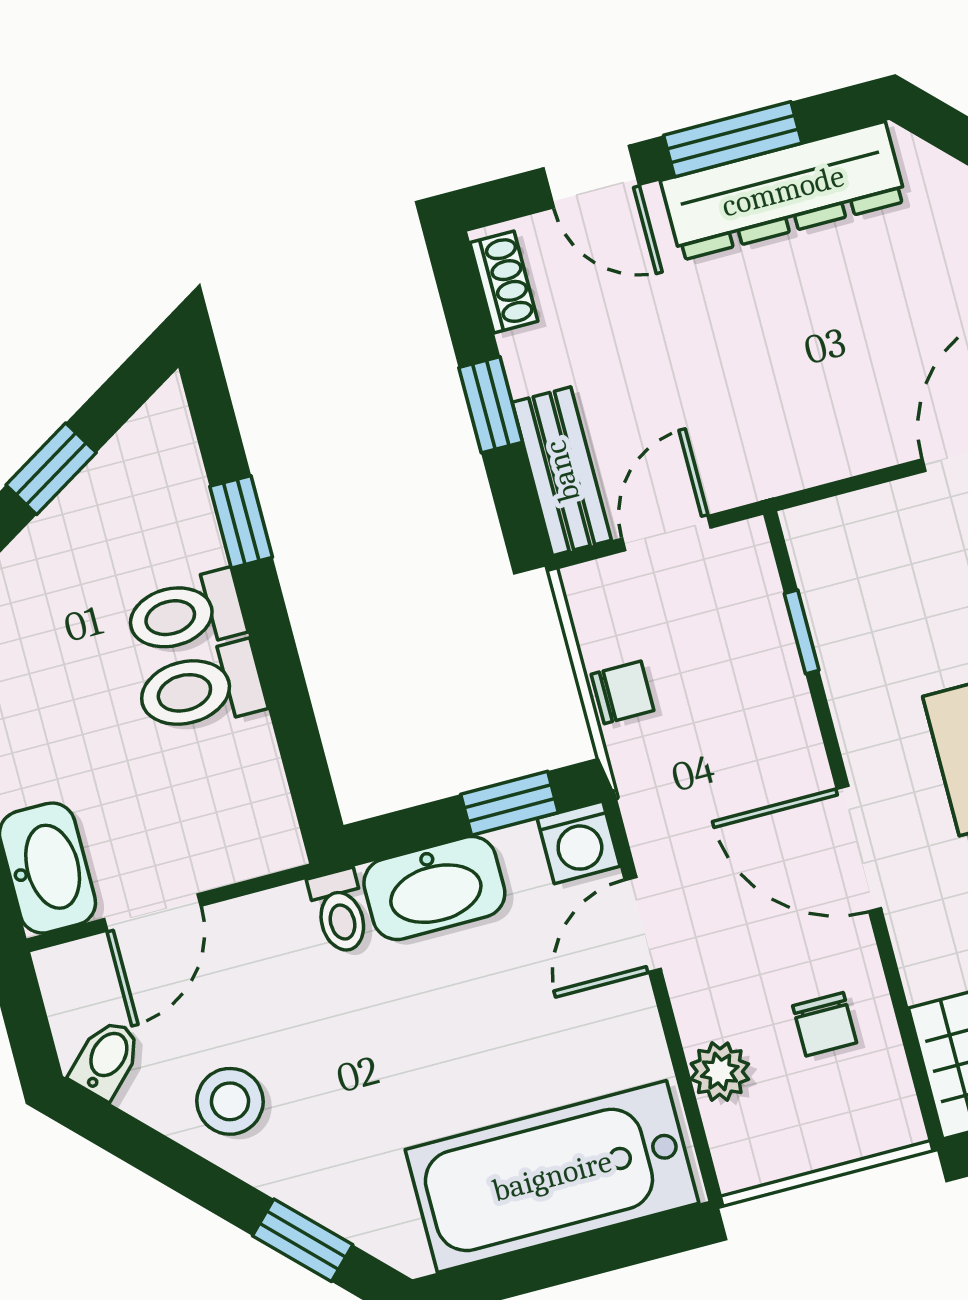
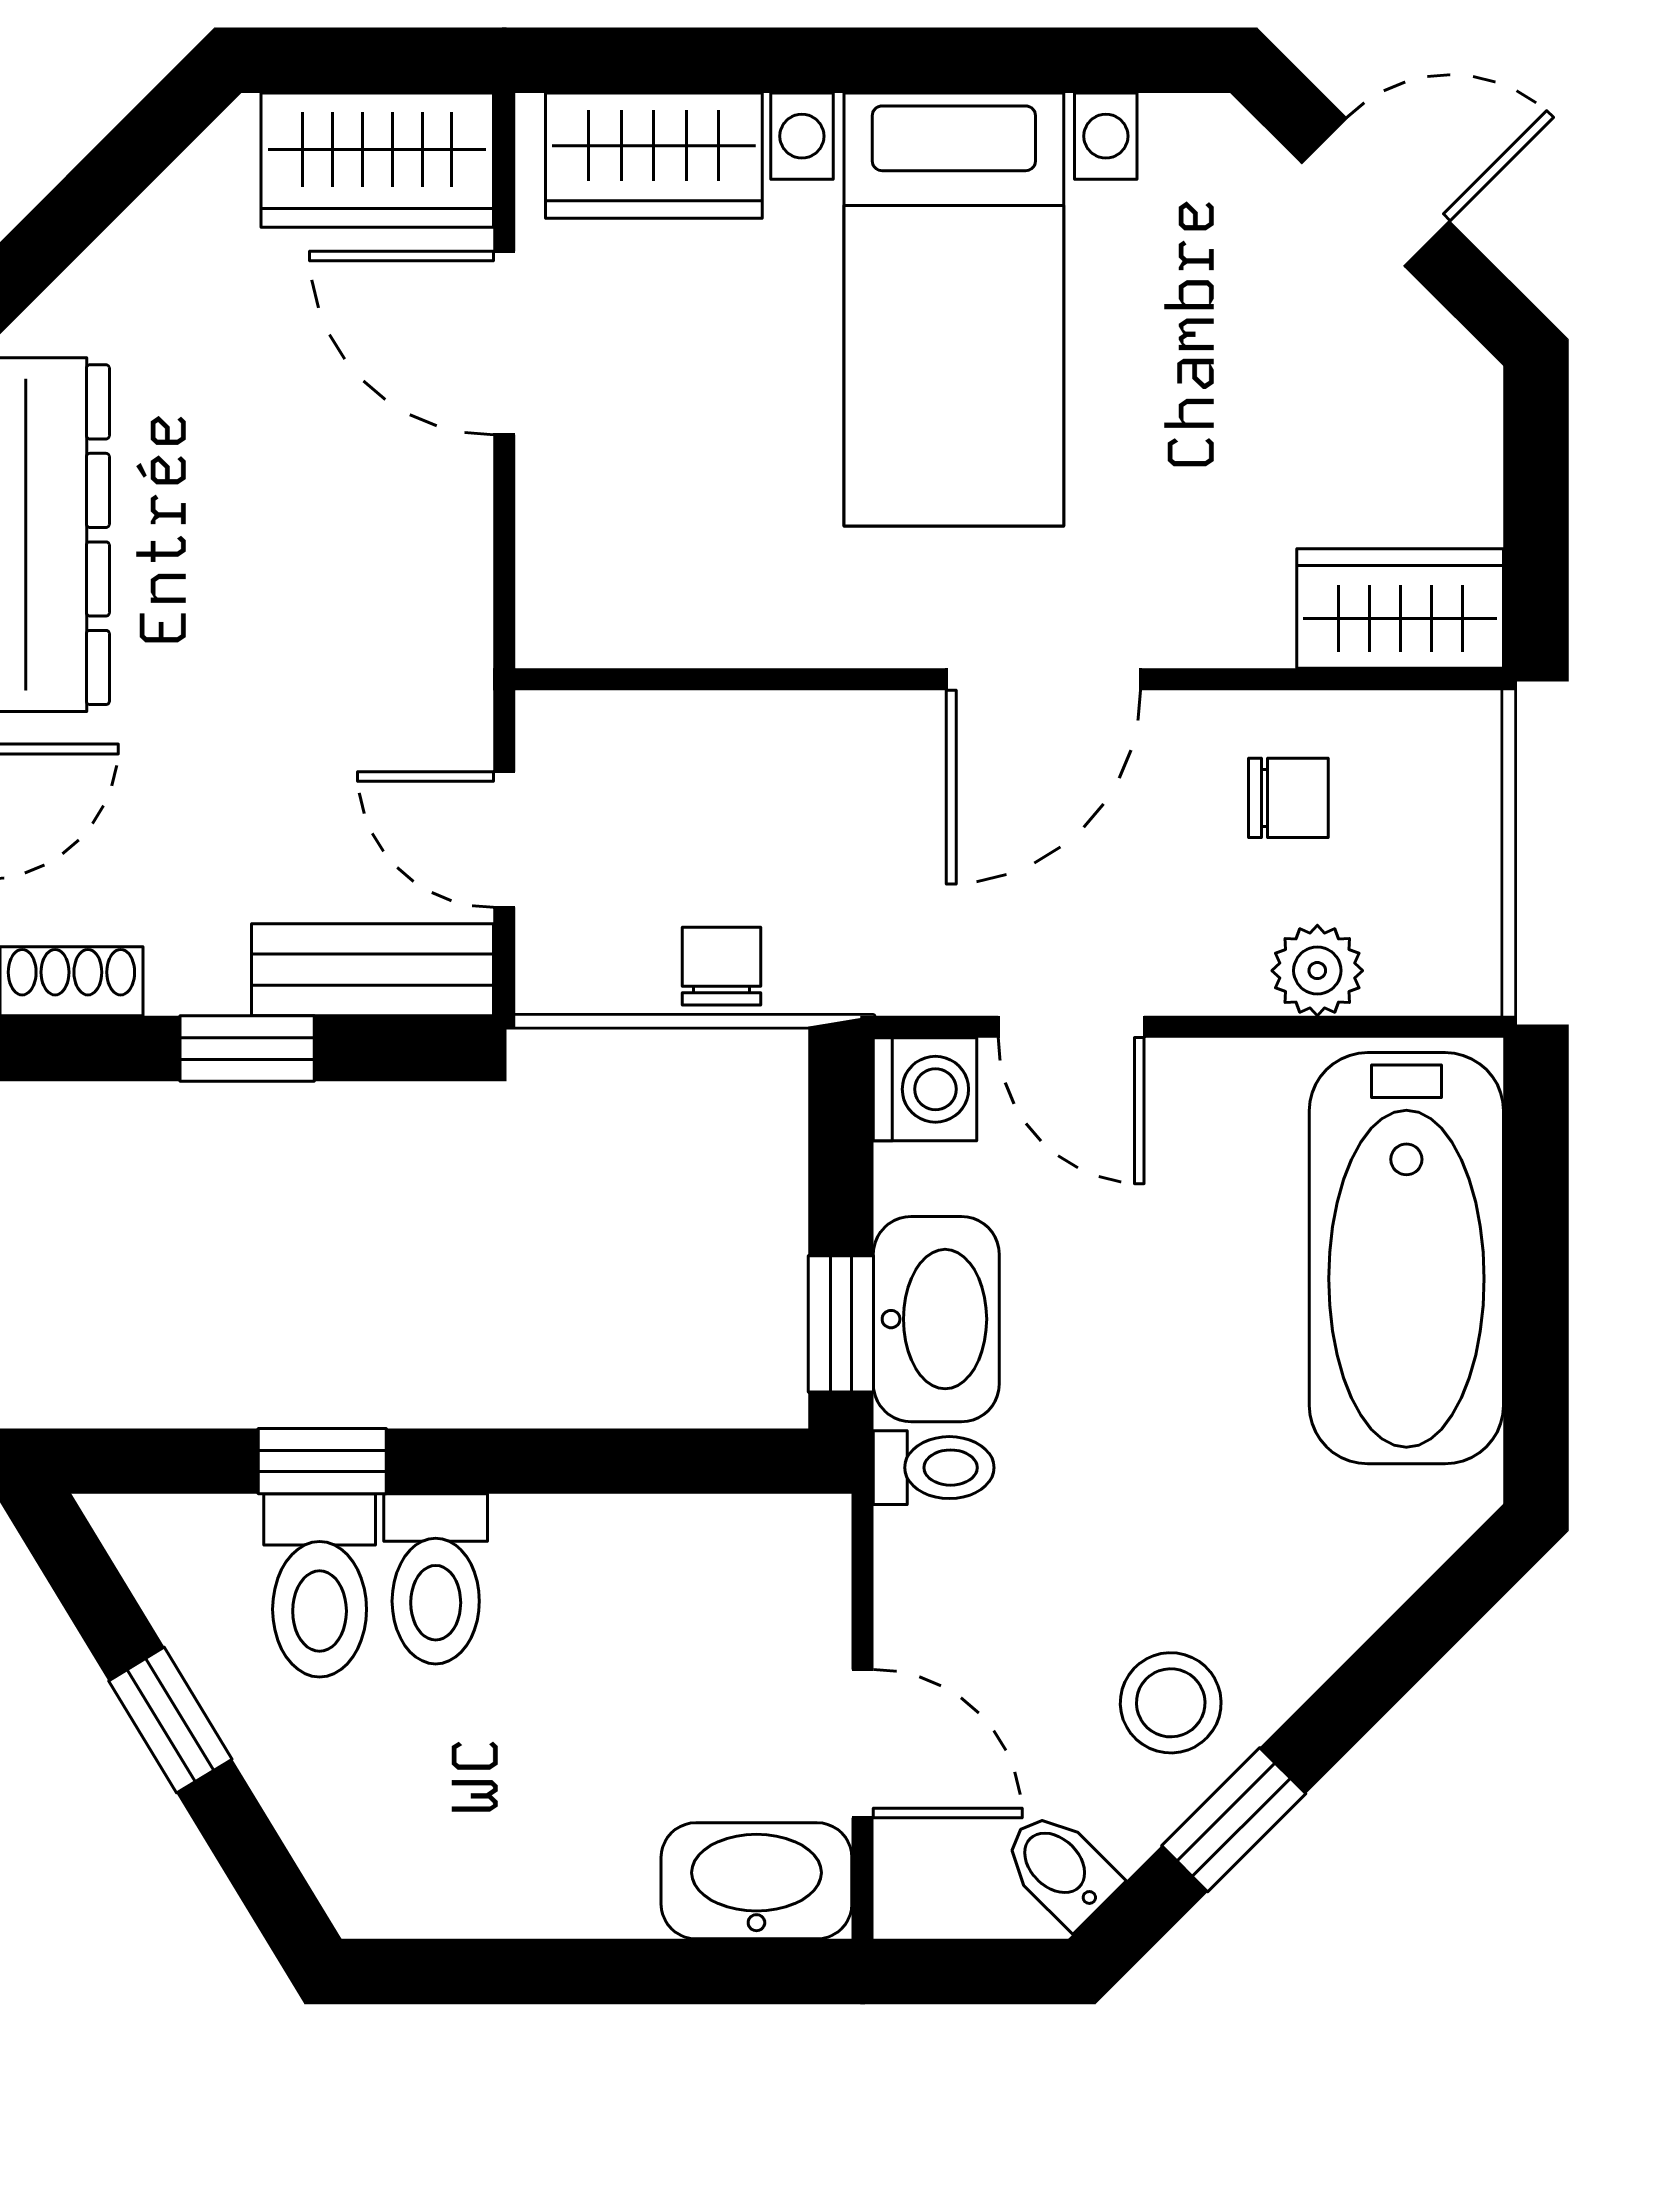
window: (802, 632) -> (702, 679), removed
toilet: (201, 689) -> (320, 1585), moved
window: (510, 803) -> (841, 1324), moved
window: (303, 1240) -> (1234, 1820), moved

